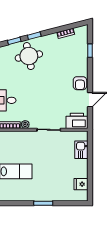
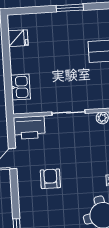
armchair: (80, 83) -> (50, 179), moved

